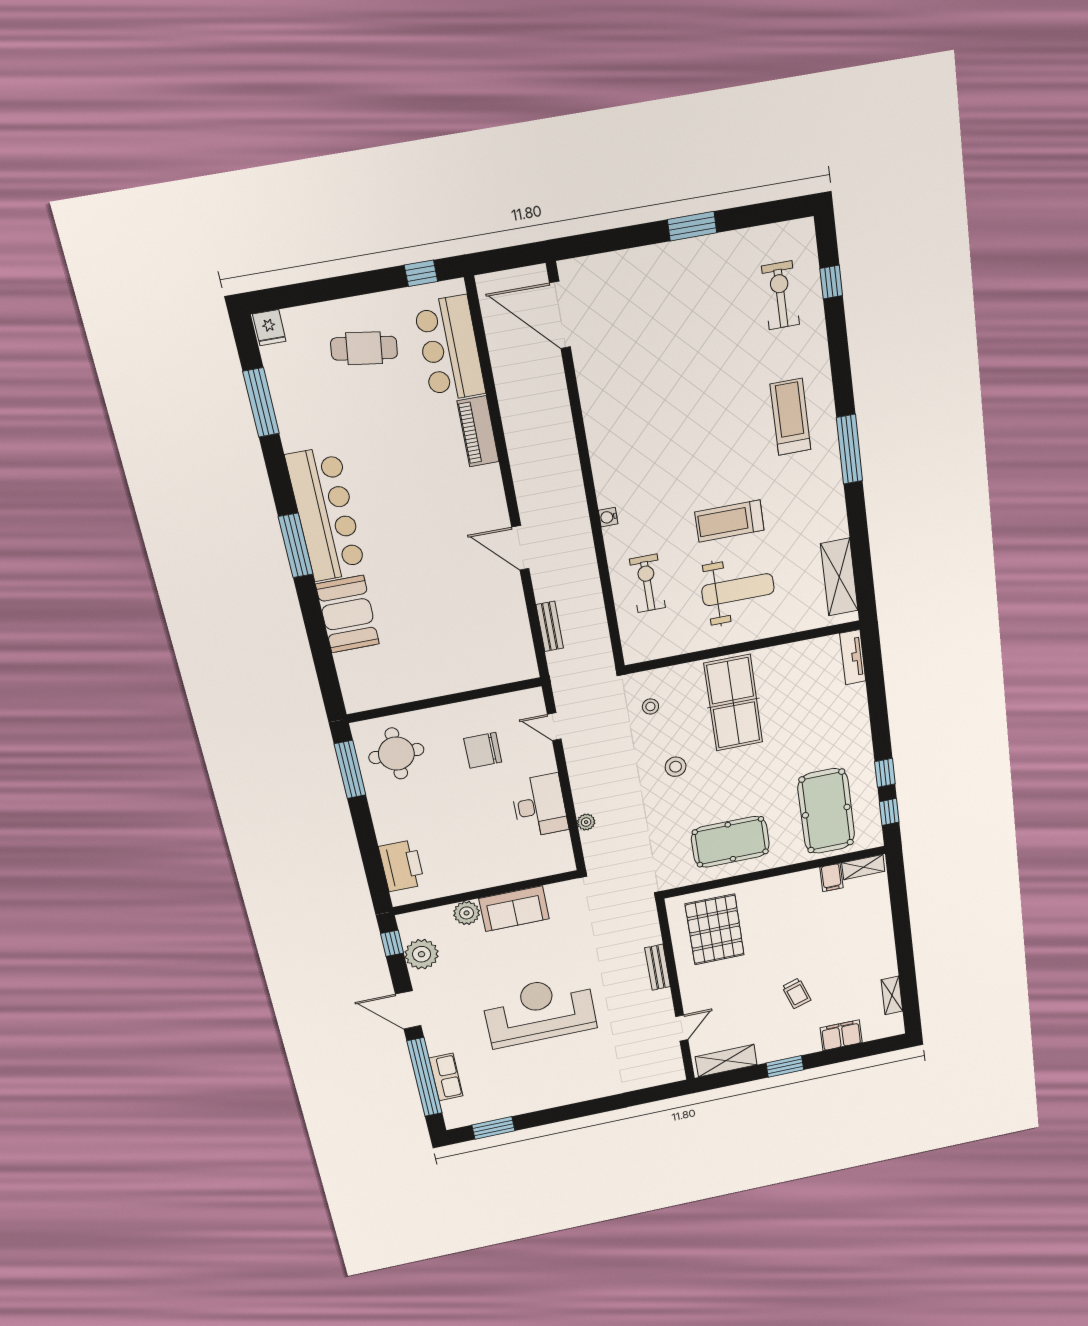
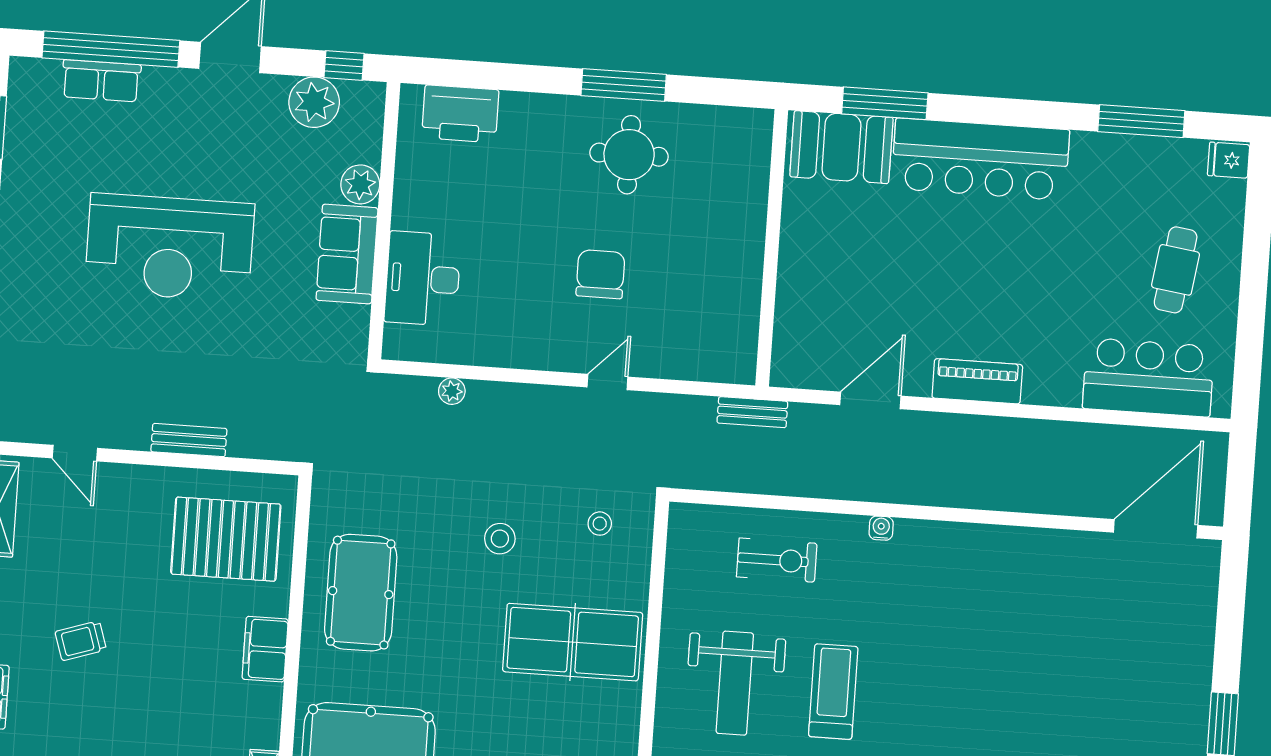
window: (421, 273) -> (1248, 367), removed
piano: (478, 431) -> (977, 381), moved
window: (296, 545) -> (885, 103), moved
wall: (445, 700) -> (772, 248), moved
desk: (539, 806) -> (423, 279), moved, turned 90
filing cabinet: (831, 877) -> (265, 649), moved, width x2.00
reception desk: (539, 1011) -> (170, 248), turned 90

